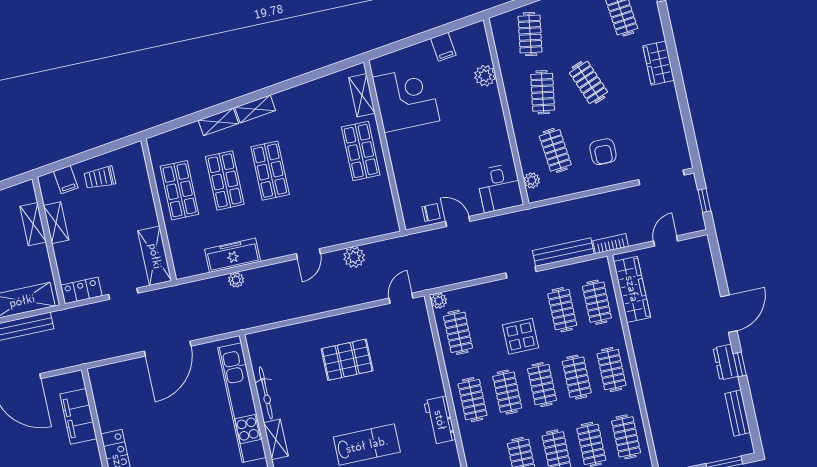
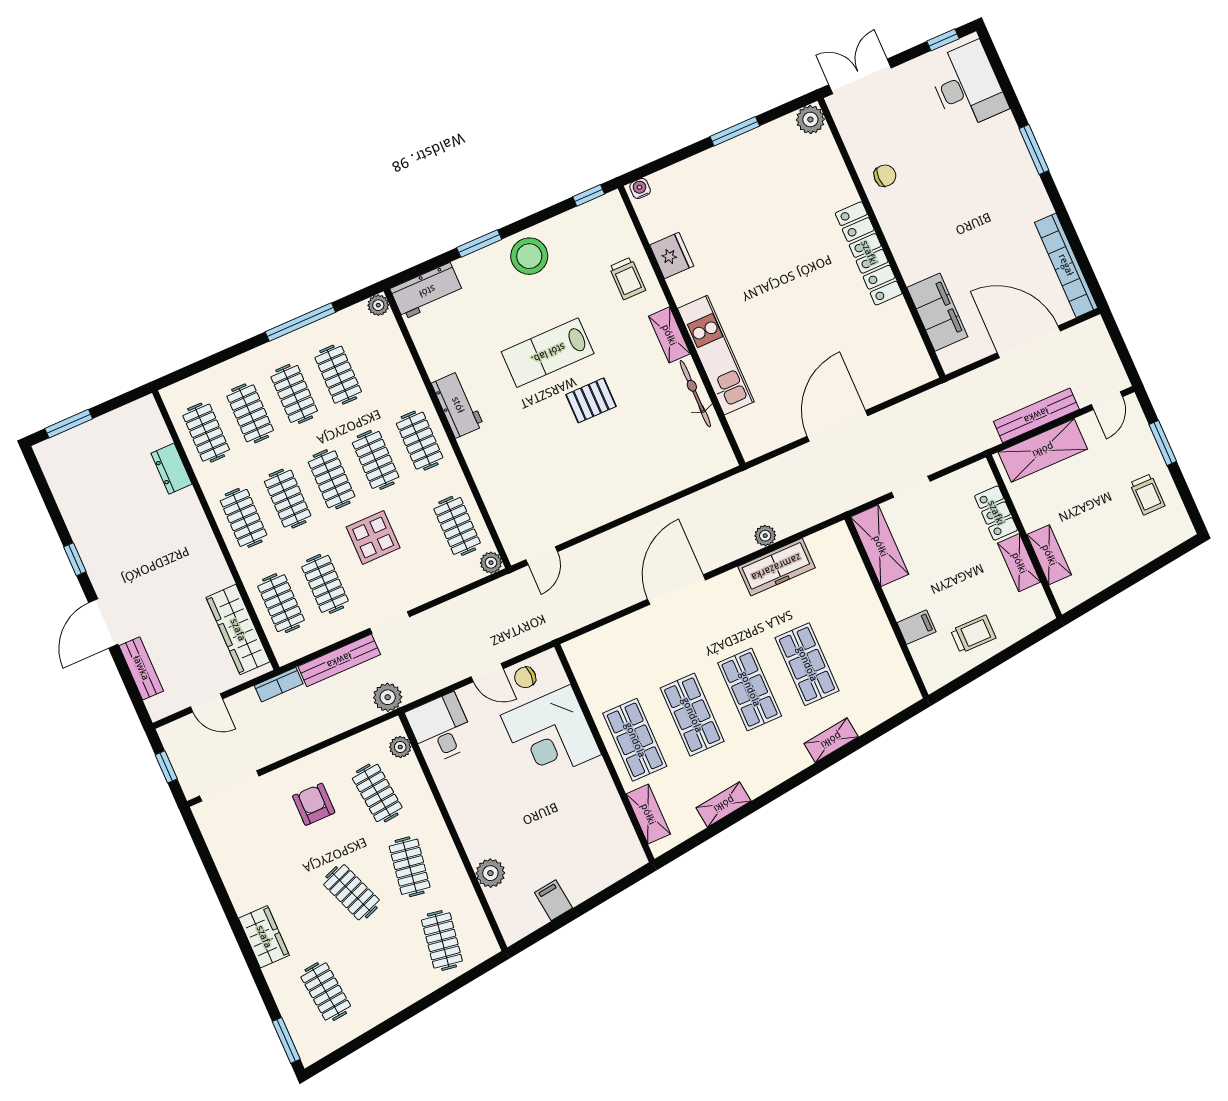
corner desk: (406, 99) -> (551, 735), moved
shelving: (255, 109) -> (724, 804), moved
filing cabinet: (66, 180) -> (916, 627), moved, turned 97
shop shelf: (179, 190) -> (692, 715), moved
door: (666, 241) -> (206, 703), hinge flipped
door: (308, 254) -> (677, 590), width x1.87
plant: (354, 257) -> (388, 697), moved
locker: (81, 291) -> (996, 513), moved, turned 90
pallet: (347, 360) -> (591, 400), moved, width x0.67, depth x0.71
dresser: (726, 362) -> (171, 469), moved, turned 180
kitchen unit: (242, 403) -> (716, 355), width x0.73
bench: (738, 413) -> (141, 668), moved

